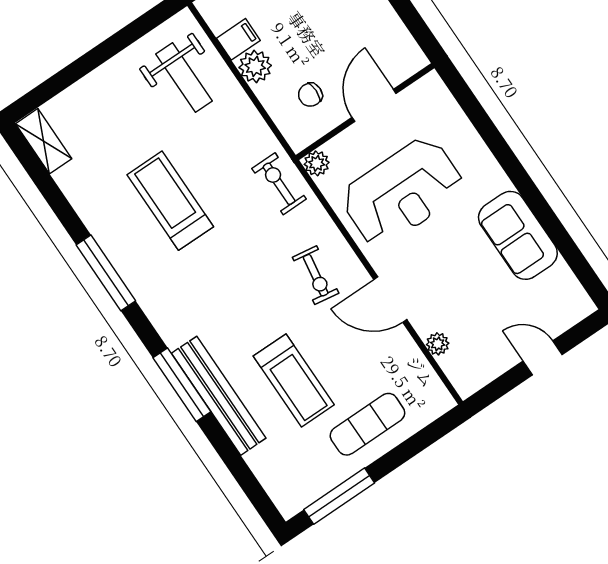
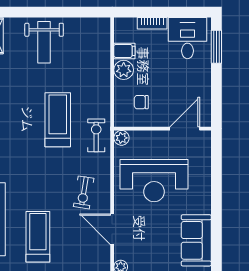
weight bench: (184, 78) -> (44, 42), moved
door: (374, 105) -> (185, 129), moved
treadmill: (170, 201) -> (58, 120), moved
treadmill: (294, 380) -> (38, 237), turned 180

